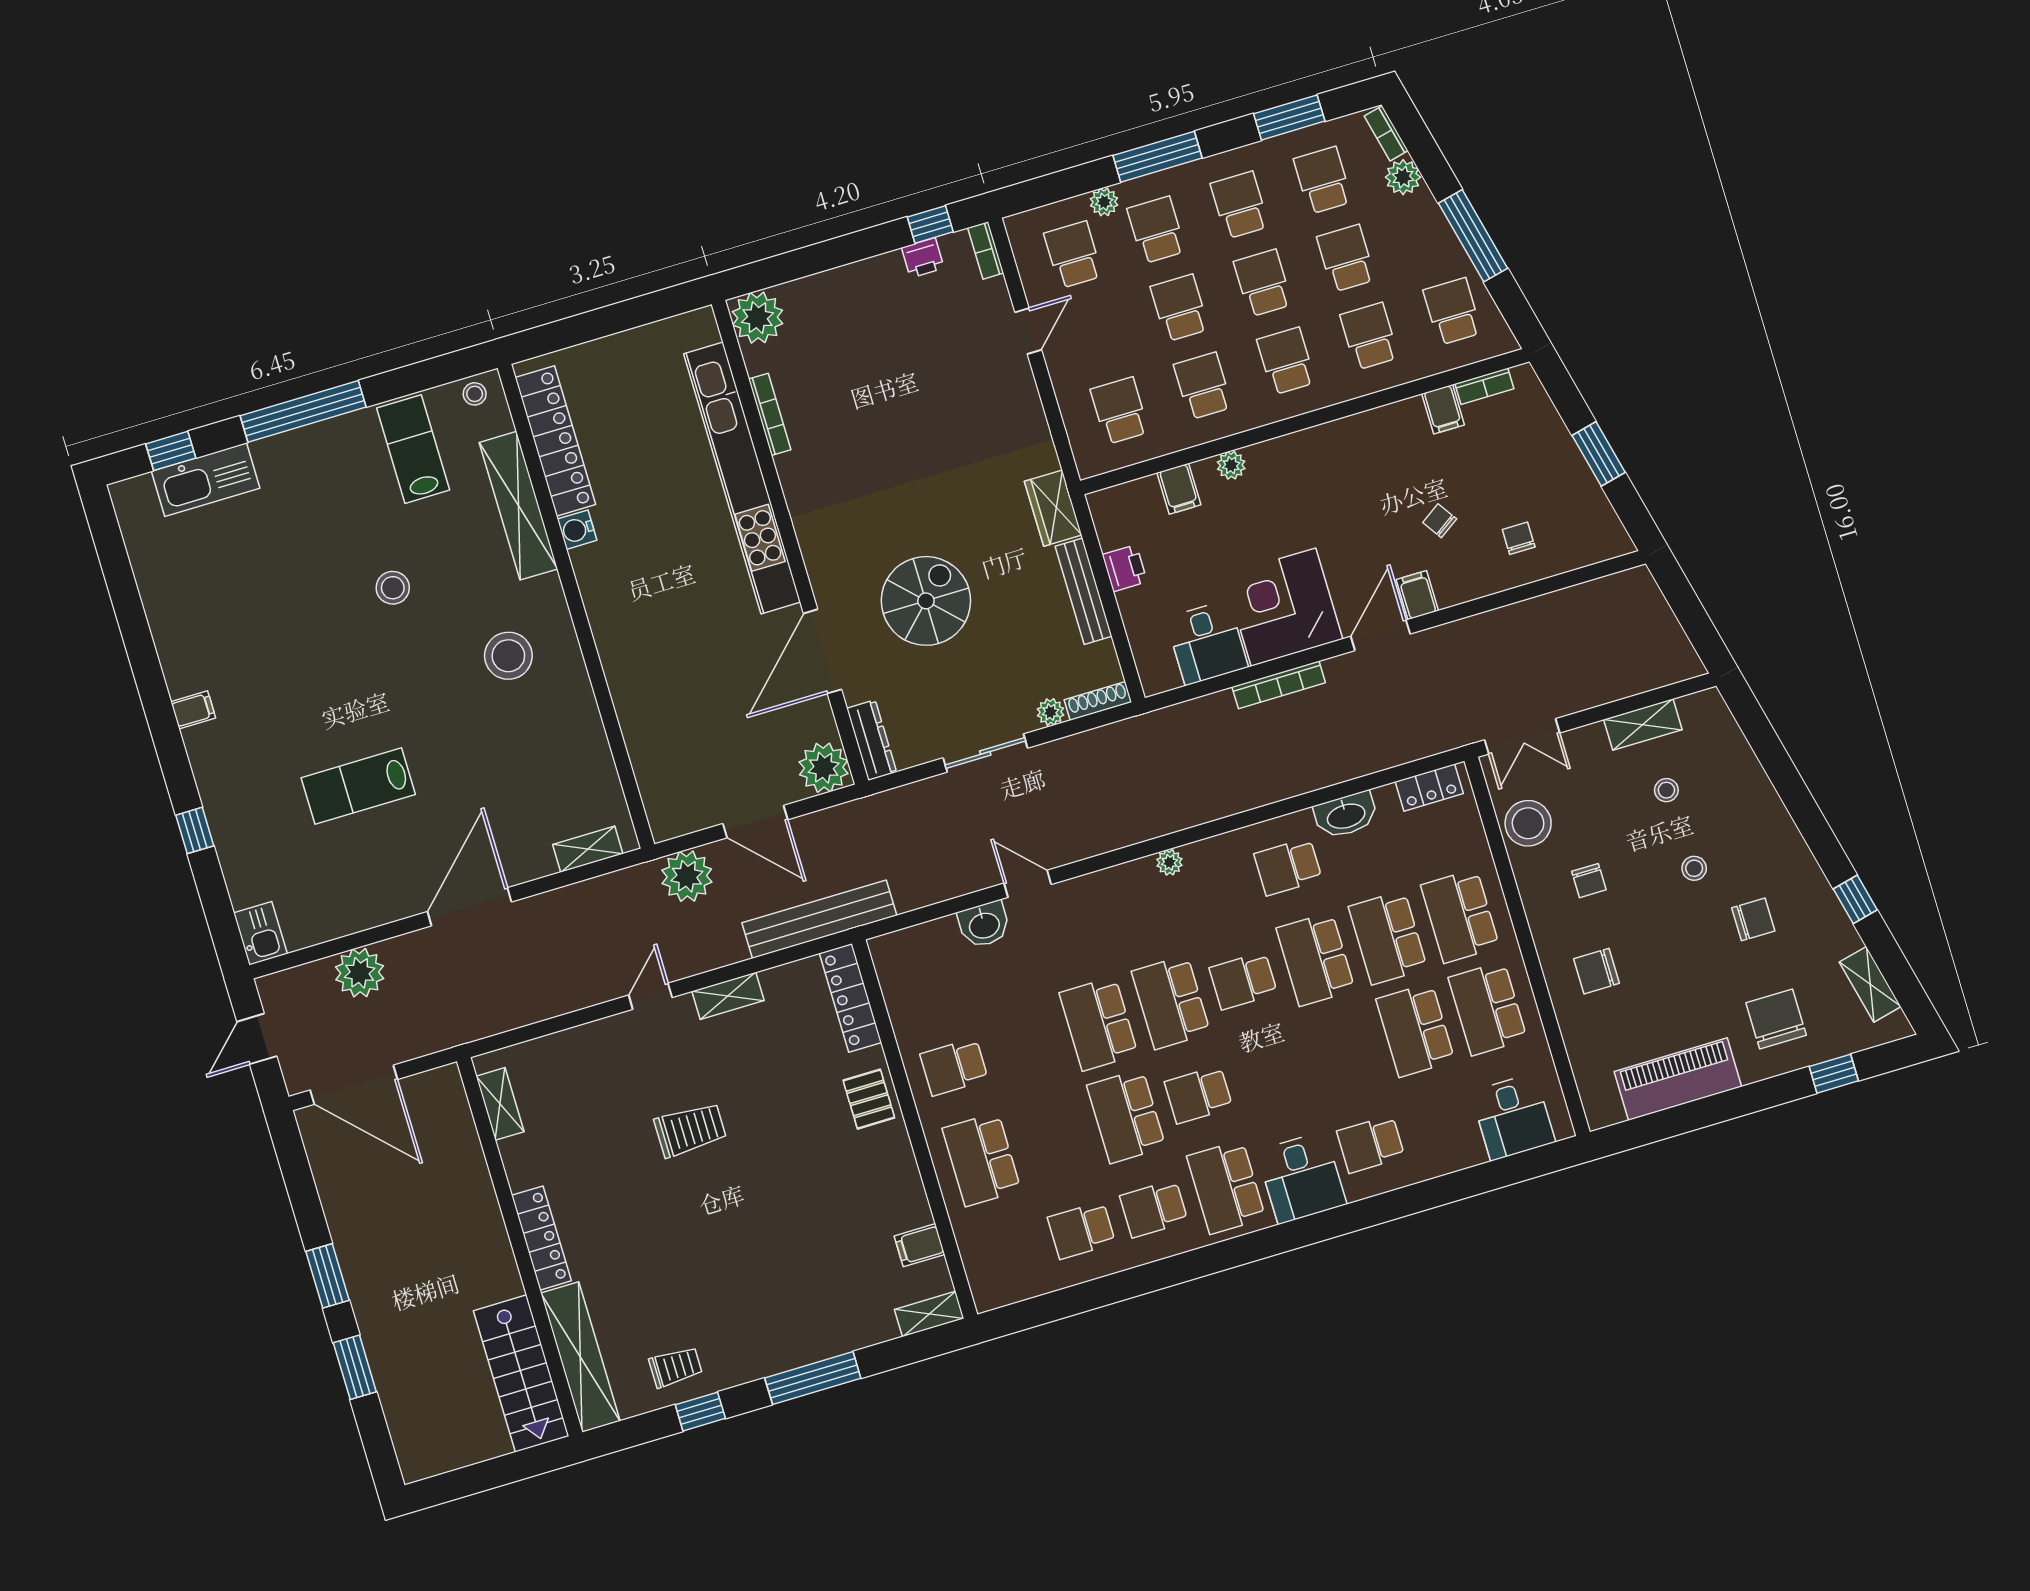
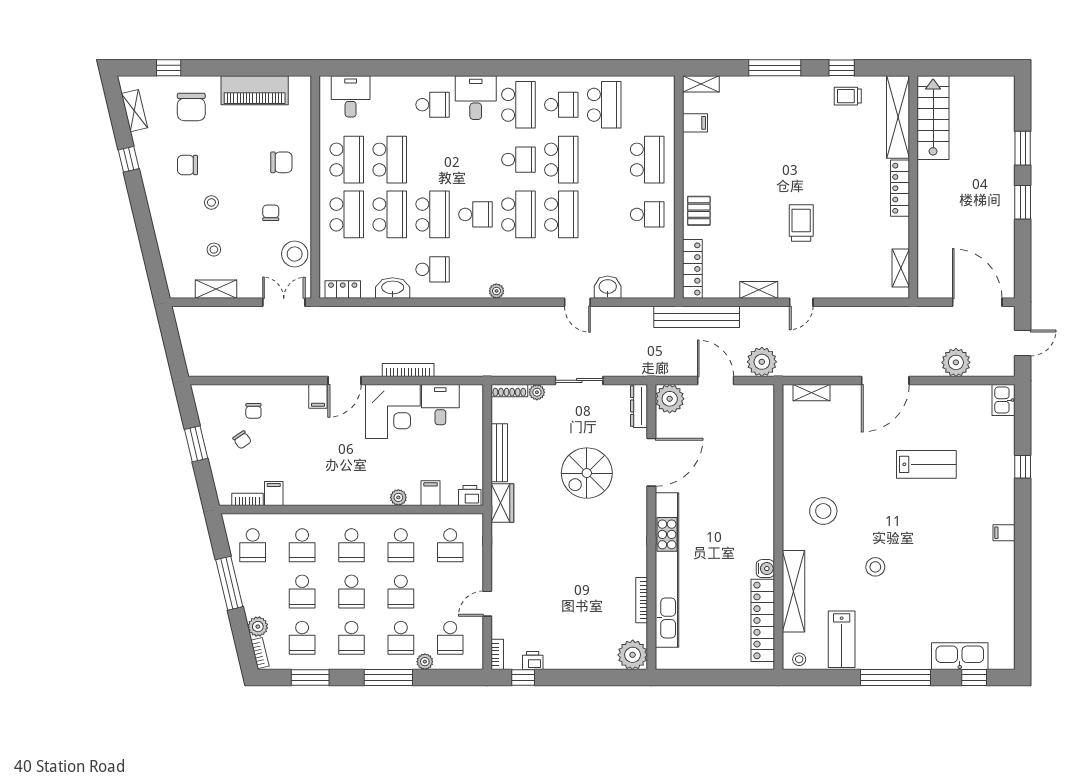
chair: (1440, 521) -> (242, 440), moved
printer: (1125, 568) -> (470, 495), moved, turned 90
trolley: (690, 1130) -> (801, 223), turned 90
school desk: (1081, 1230) -> (604, 105), width x1.85

